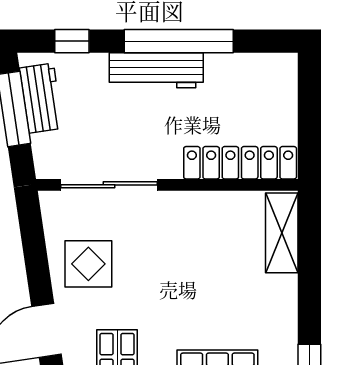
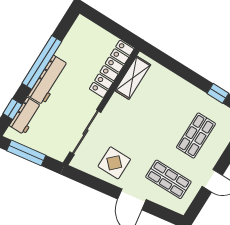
workbench: (41, 98) -> (26, 116), moved, turned 98
shelving: (282, 233) -> (133, 78), moved, turned 90

